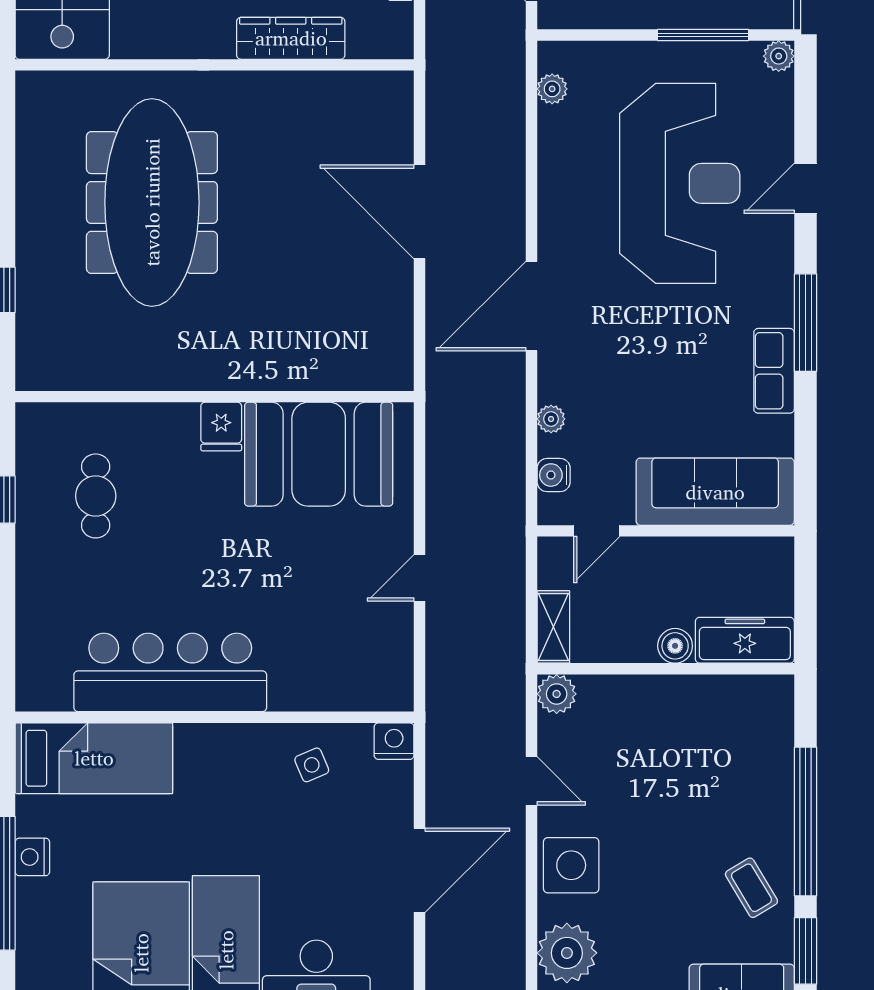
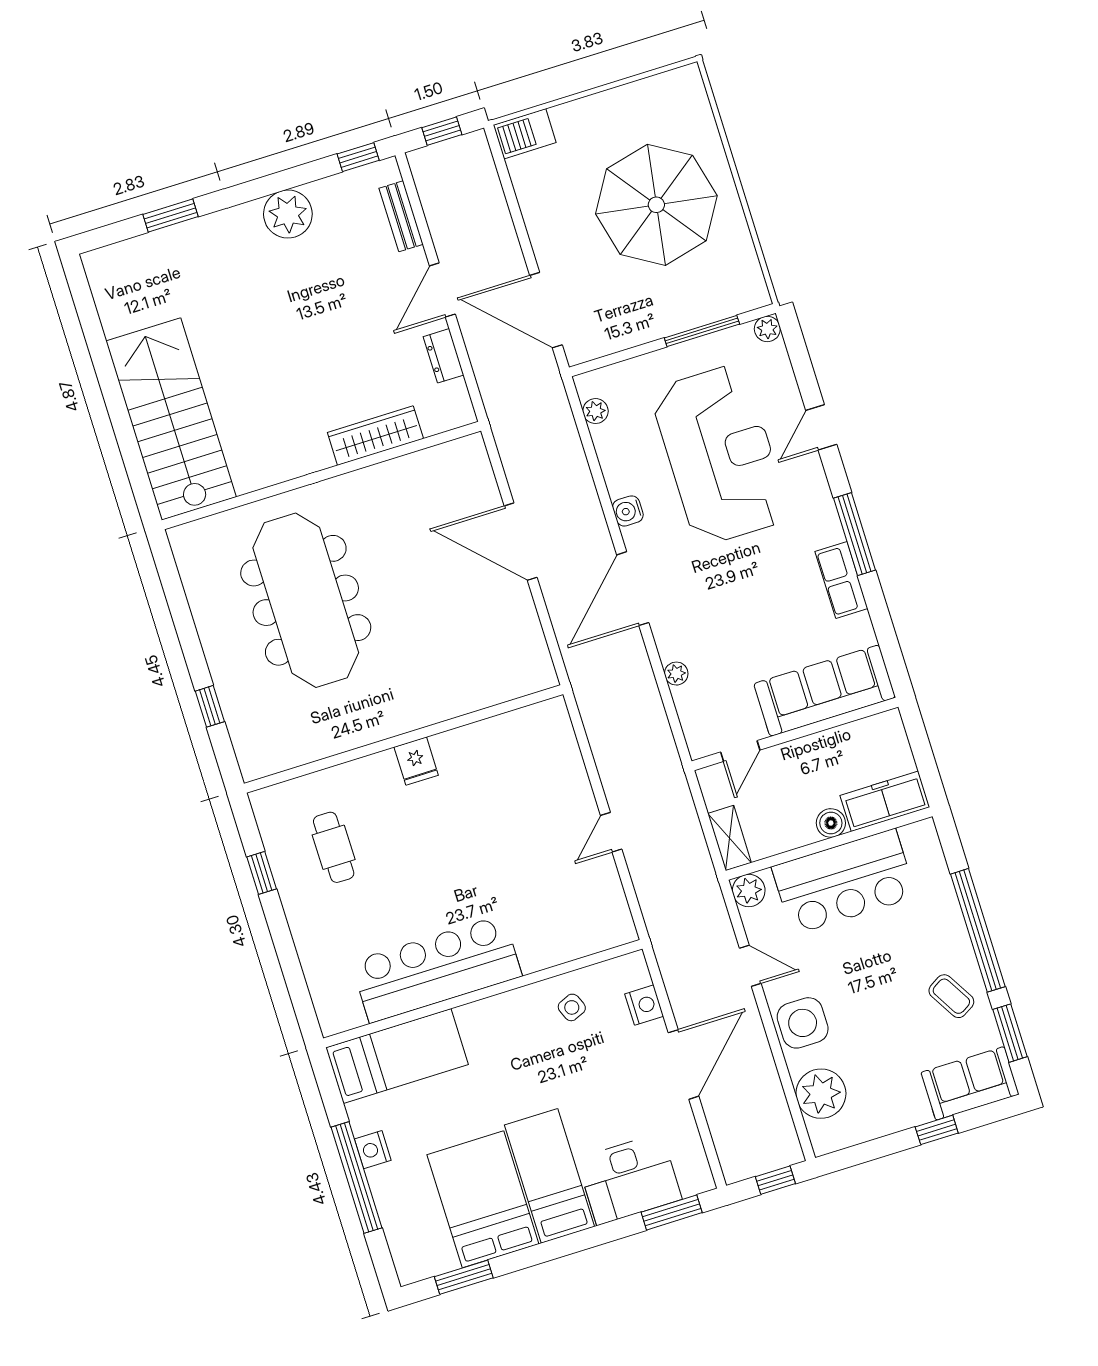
booth: (319, 454) -> (500, 759), removed
water cooler: (554, 475) -> (628, 511), moved
bar counter: (669, 718) -> (844, 882), added
nightstand: (394, 741) -> (644, 1005), moved, turned 90

